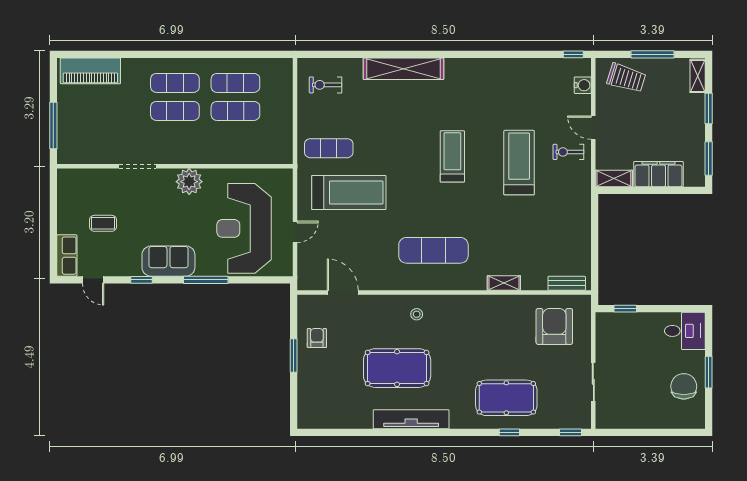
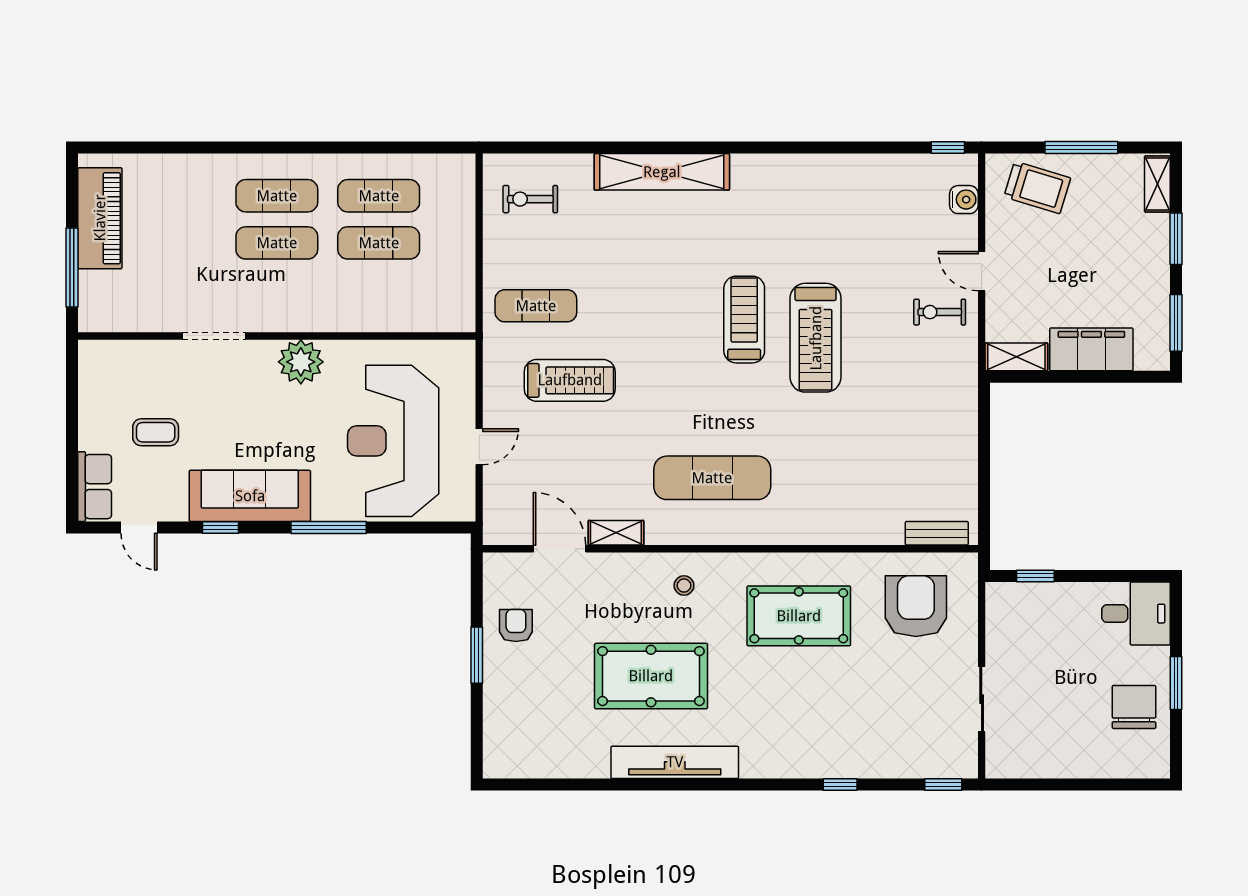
piano: (90, 71) -> (100, 218), moved, turned -90
treadmill: (519, 163) -> (816, 338), moved, turned 180
treadmill: (349, 193) -> (570, 380), width x0.73, depth x0.73
sofa: (168, 261) -> (250, 496), width x1.36
shelving: (504, 283) -> (616, 533), moved
pool table: (506, 398) -> (799, 616), moved

